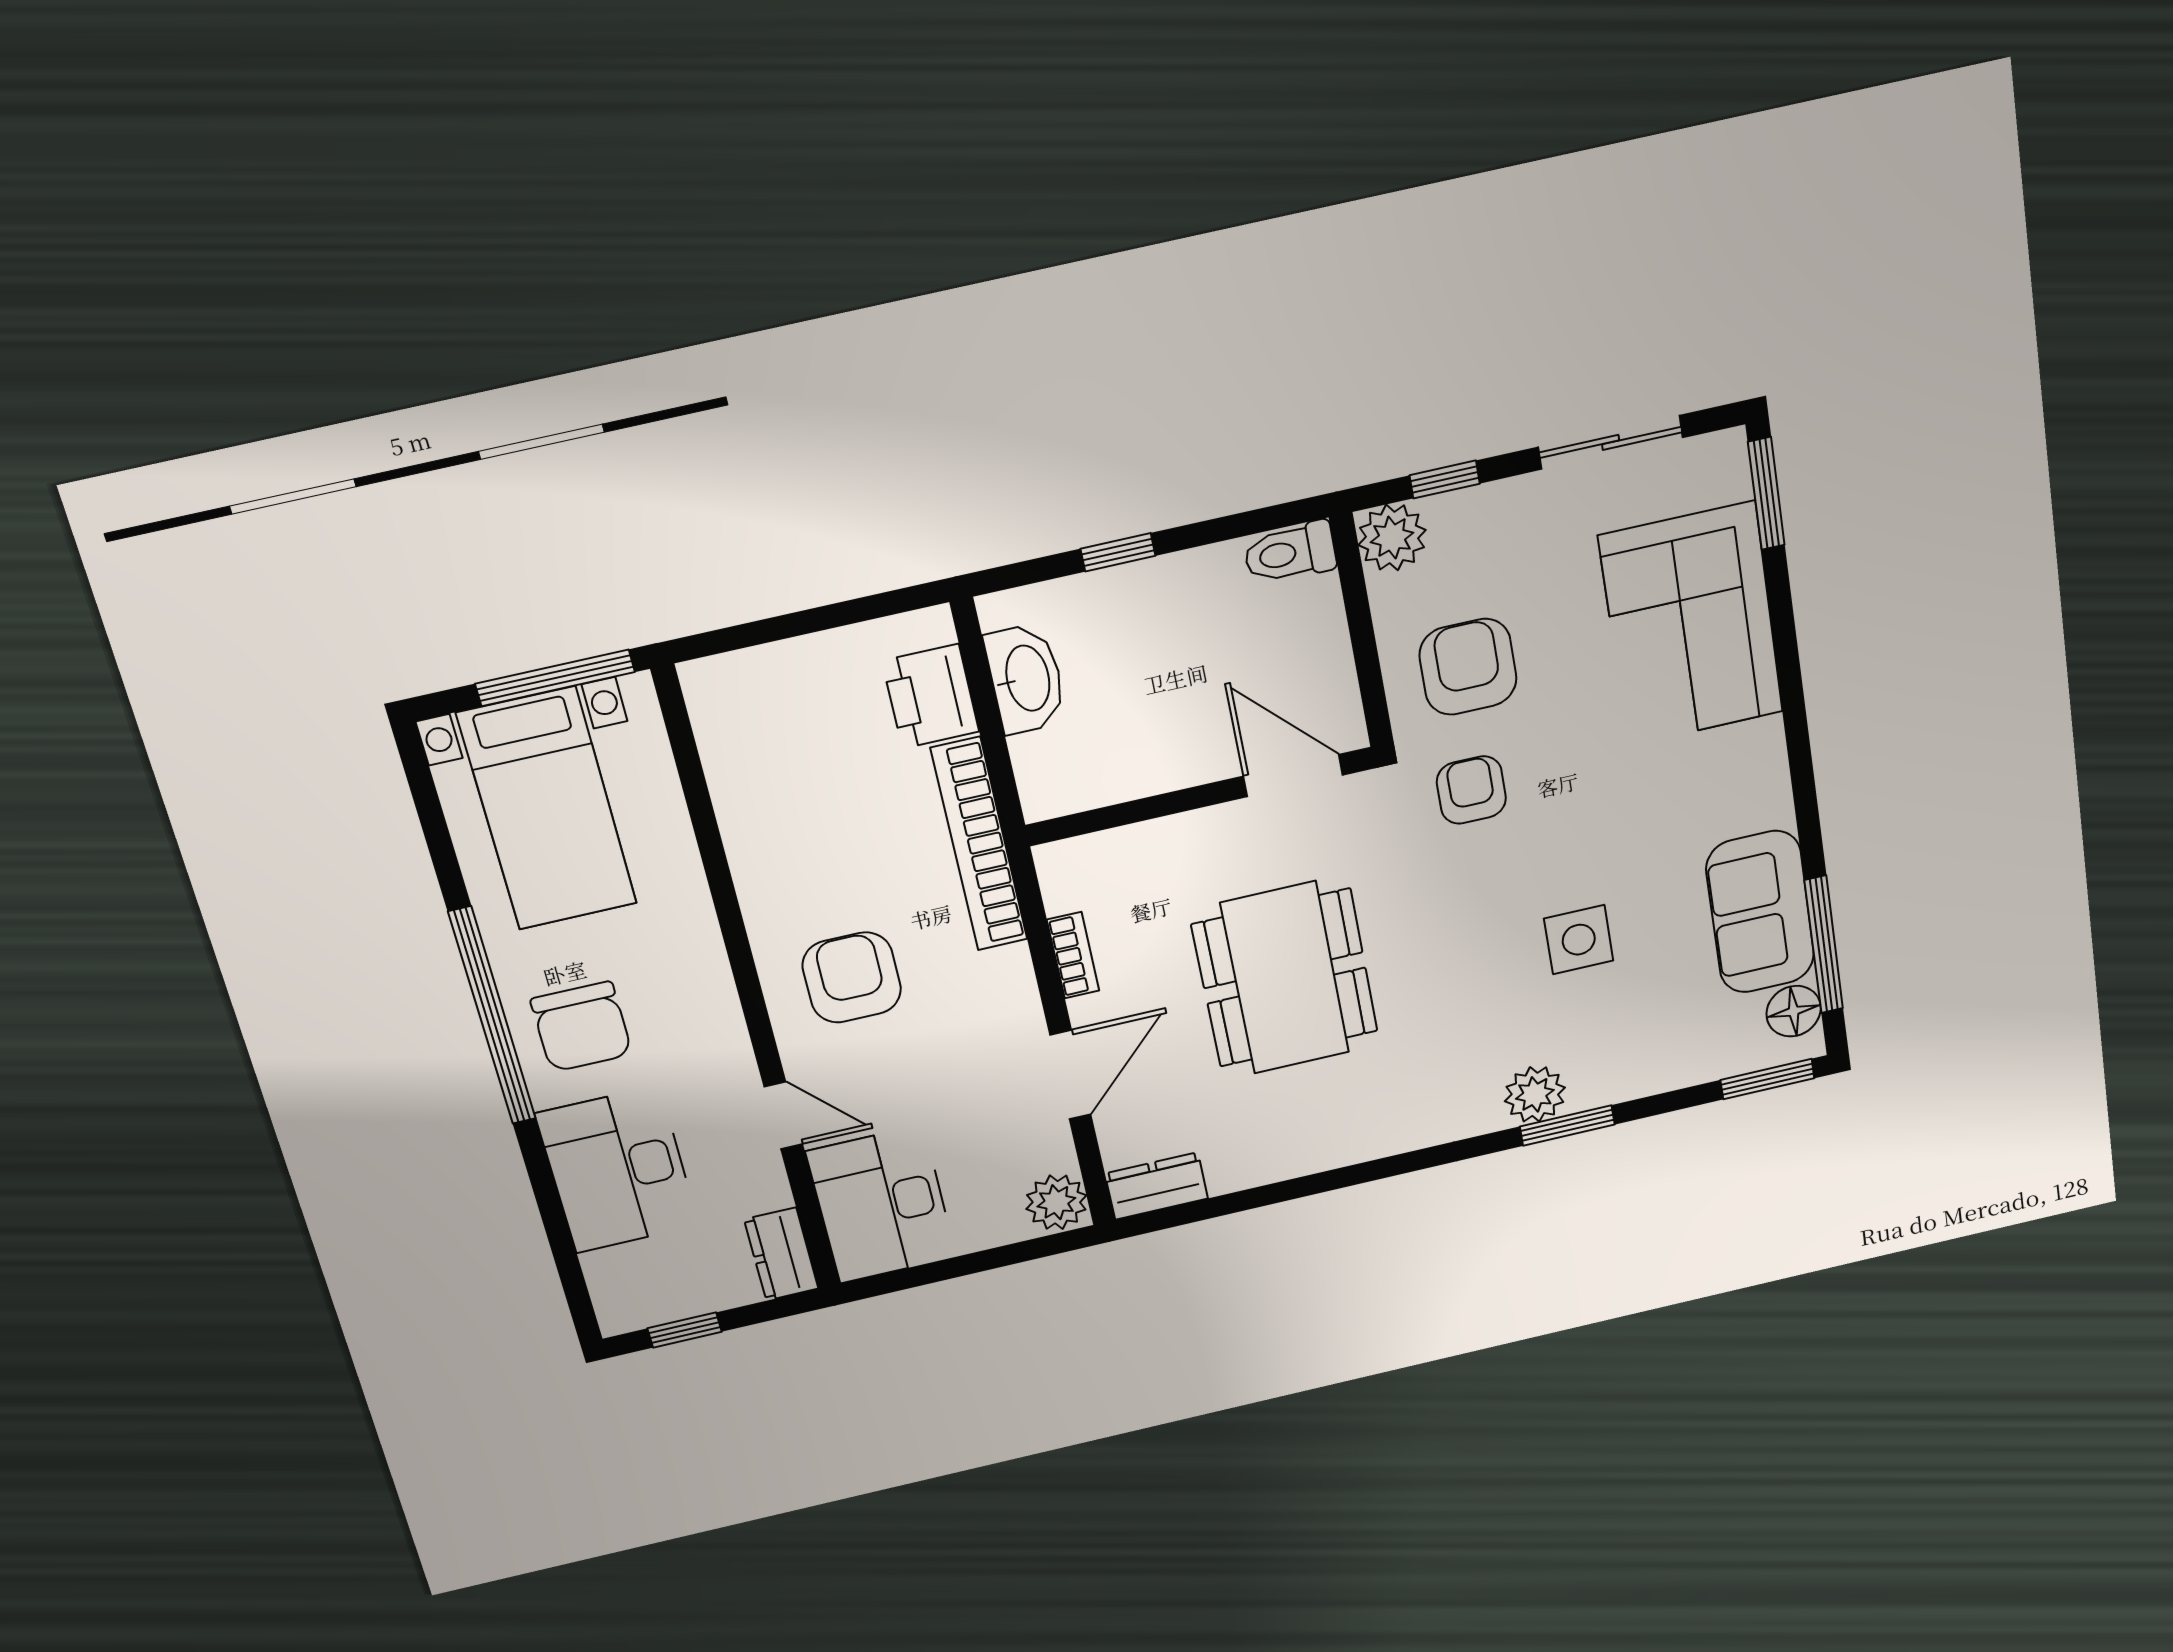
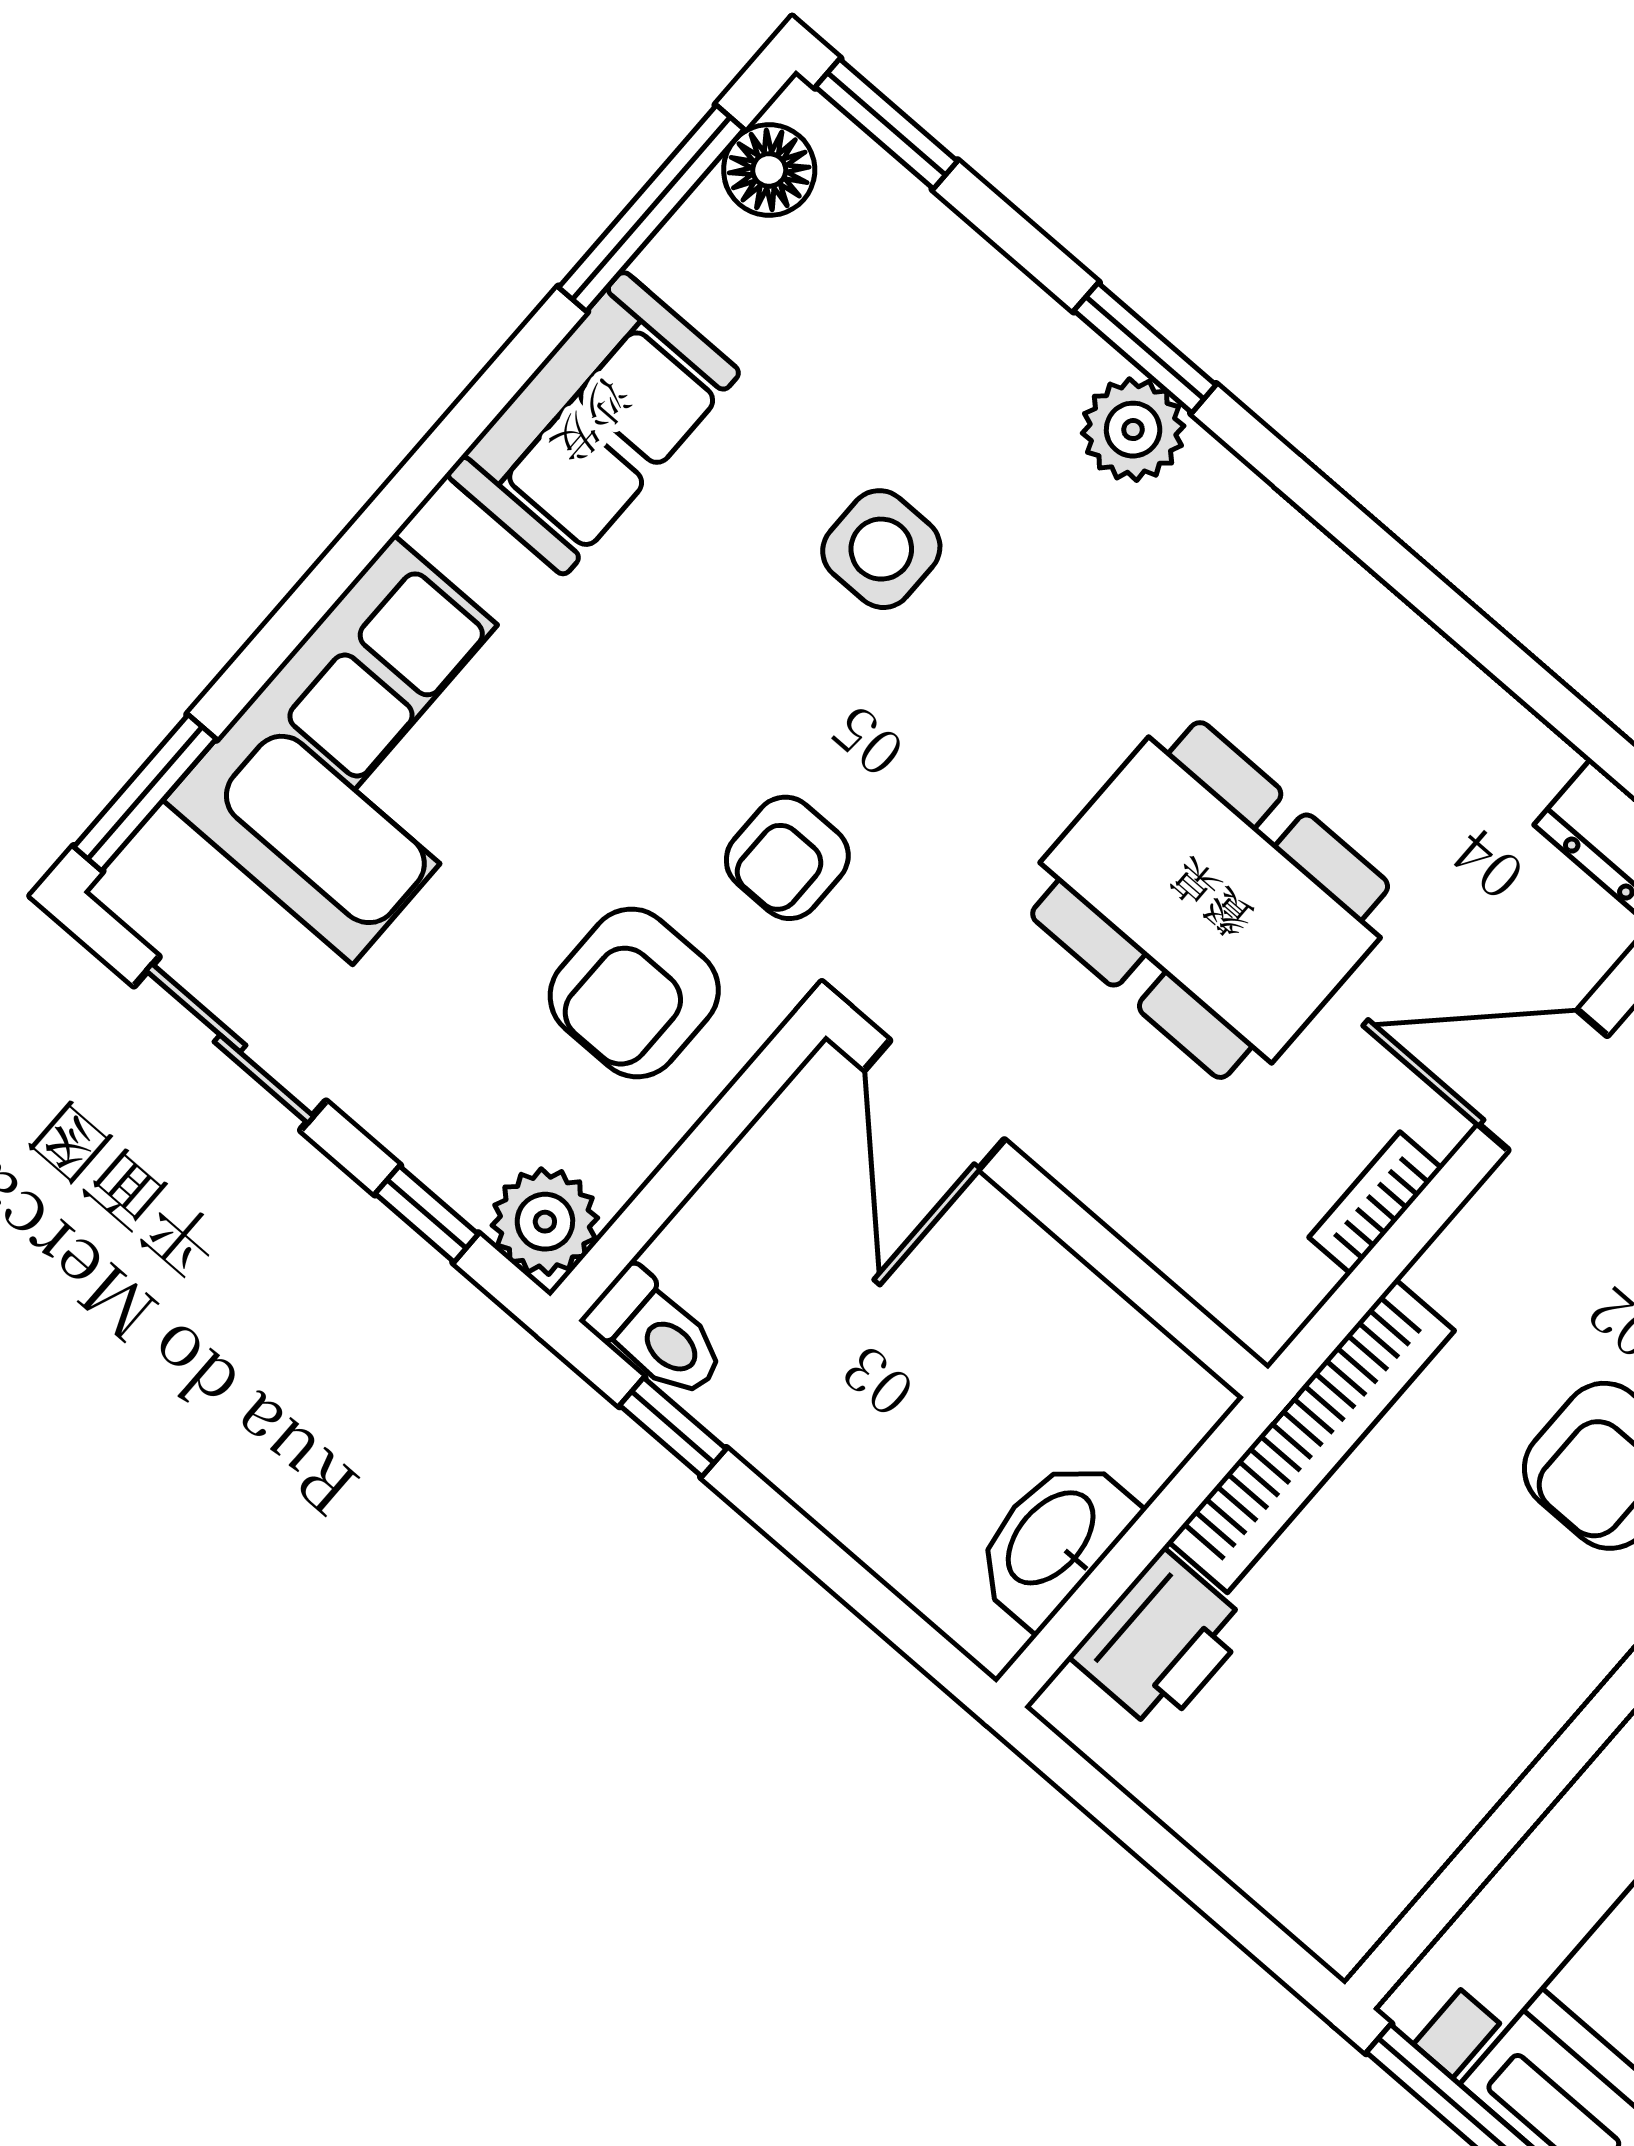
window: (1118, 552) -> (673, 1427), moved
sofa: (1760, 912) -> (593, 423), moved
dining table: (1285, 978) -> (1210, 900), turned 90

